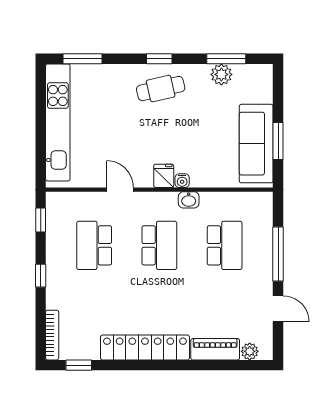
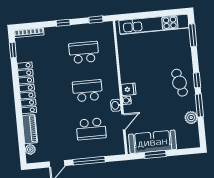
window: (226, 59) -> (199, 105), moved
door: (120, 190) -> (123, 122), moved
school desk: (159, 245) -> (87, 91), turned 180

